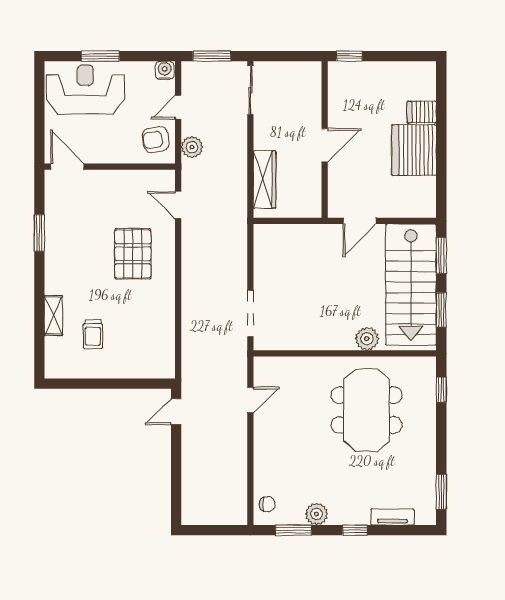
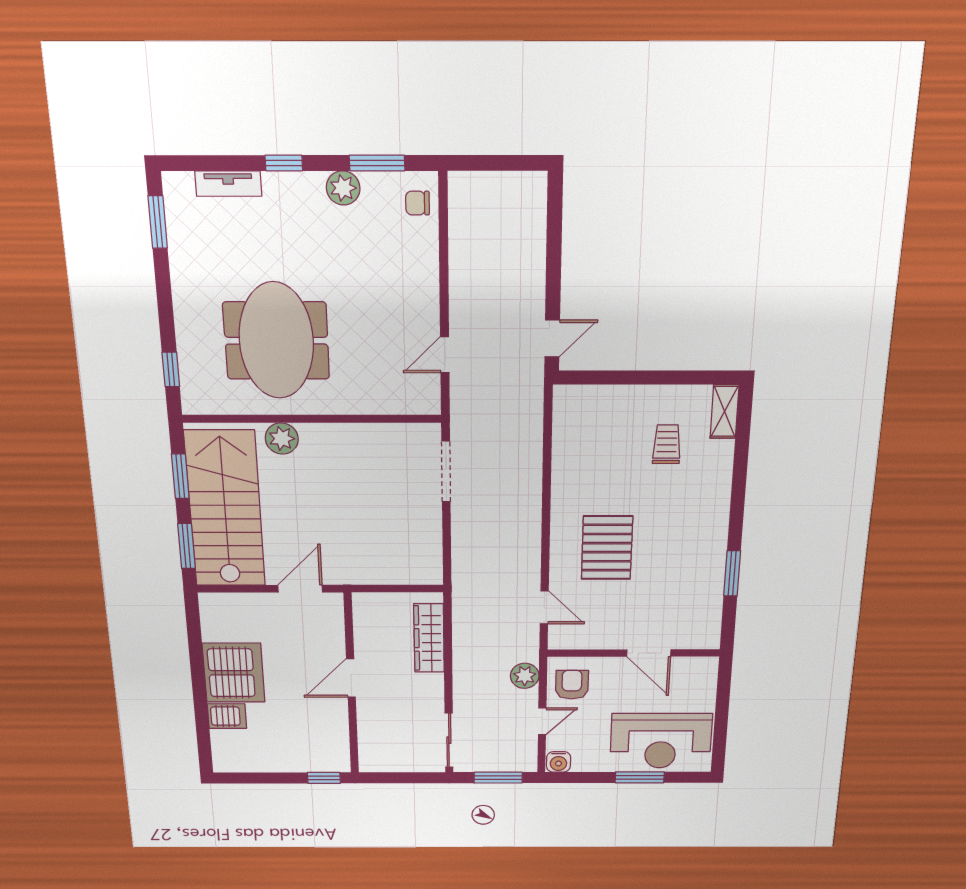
armchair: (156, 139) -> (572, 685), turned -81
door: (67, 167) -> (649, 653), moved
shelving: (53, 316) -> (724, 411), moved

